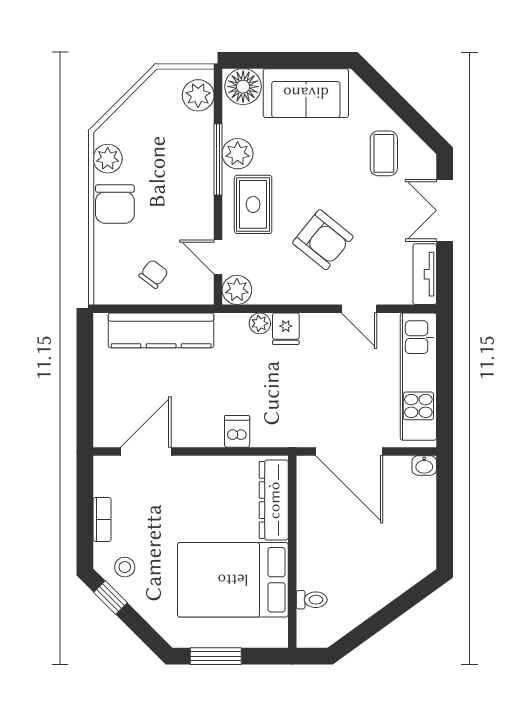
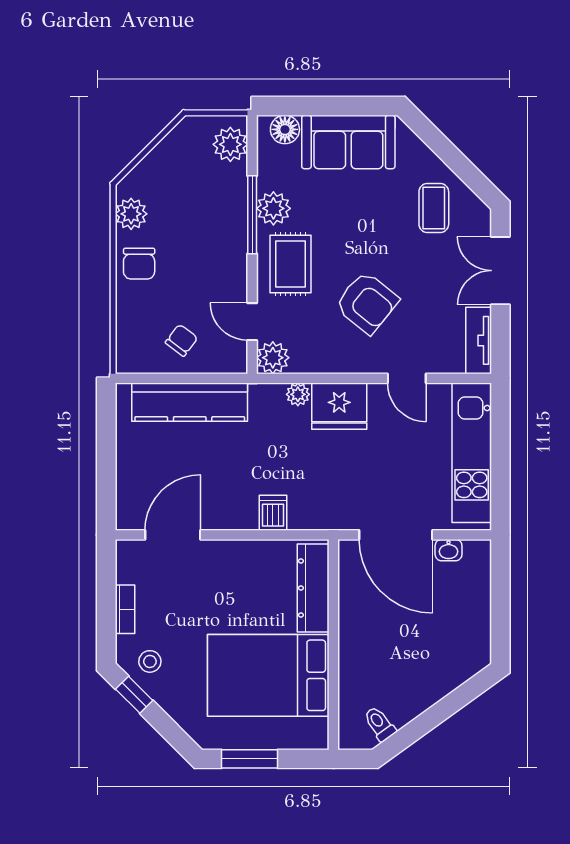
floor lamp: (243, 87) -> (285, 129), width x0.73, depth x0.73
chair: (115, 204) -> (139, 264), width x0.73, depth x0.73
fridge: (286, 329) -> (339, 406), width x1.88, depth x1.34
washbasin: (424, 465) -> (449, 550), moved
toilet: (312, 600) -> (380, 724), moved, turned -126

